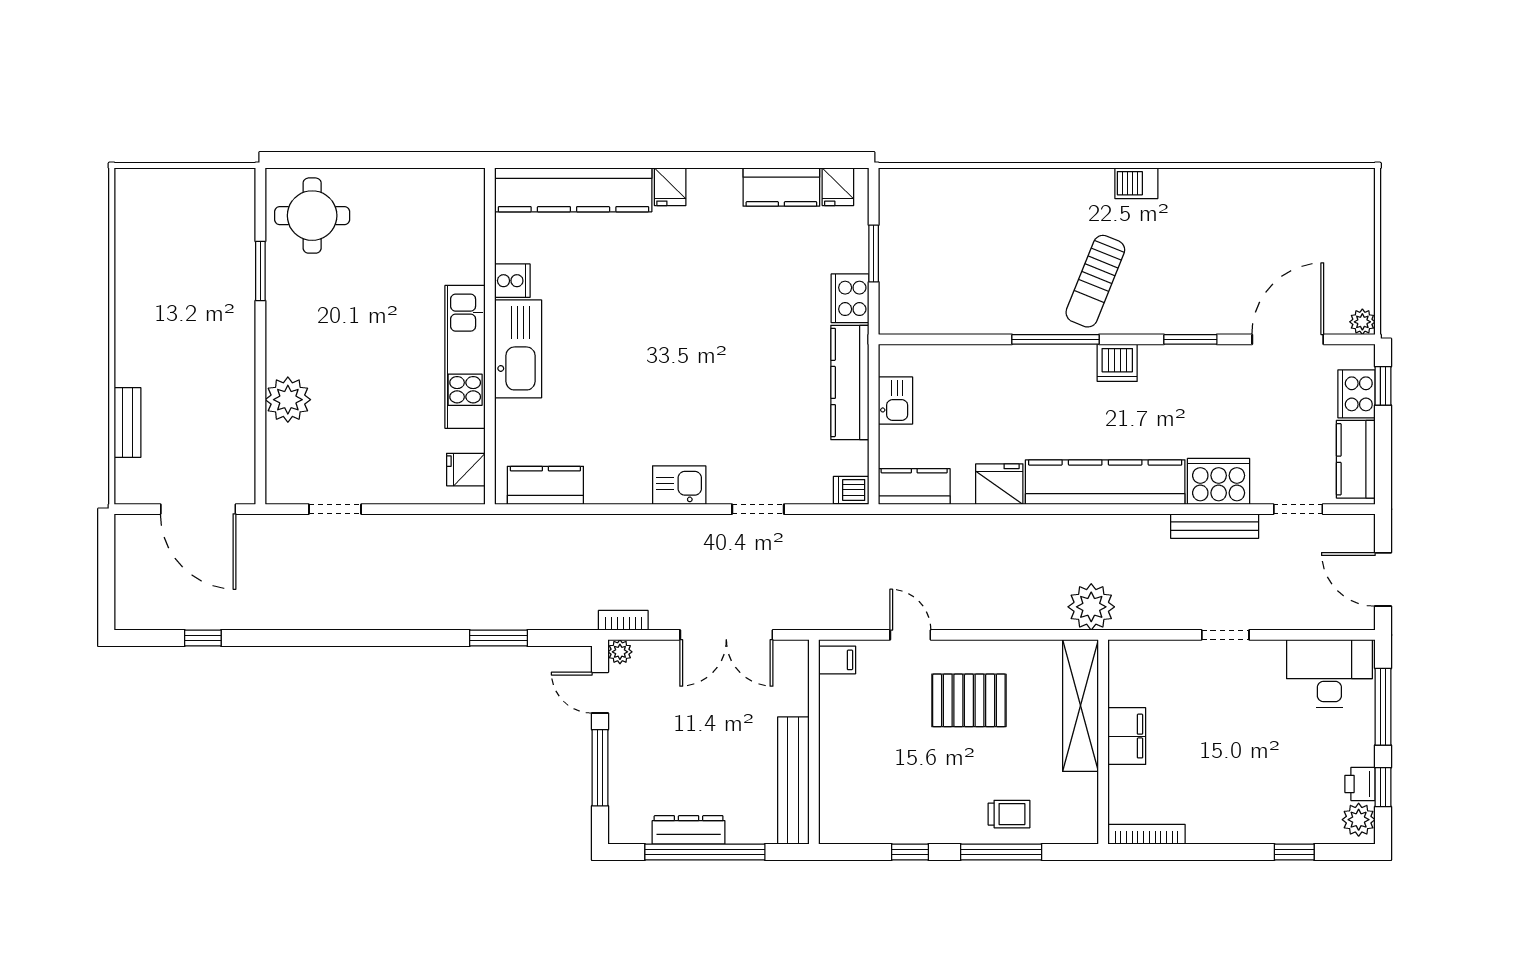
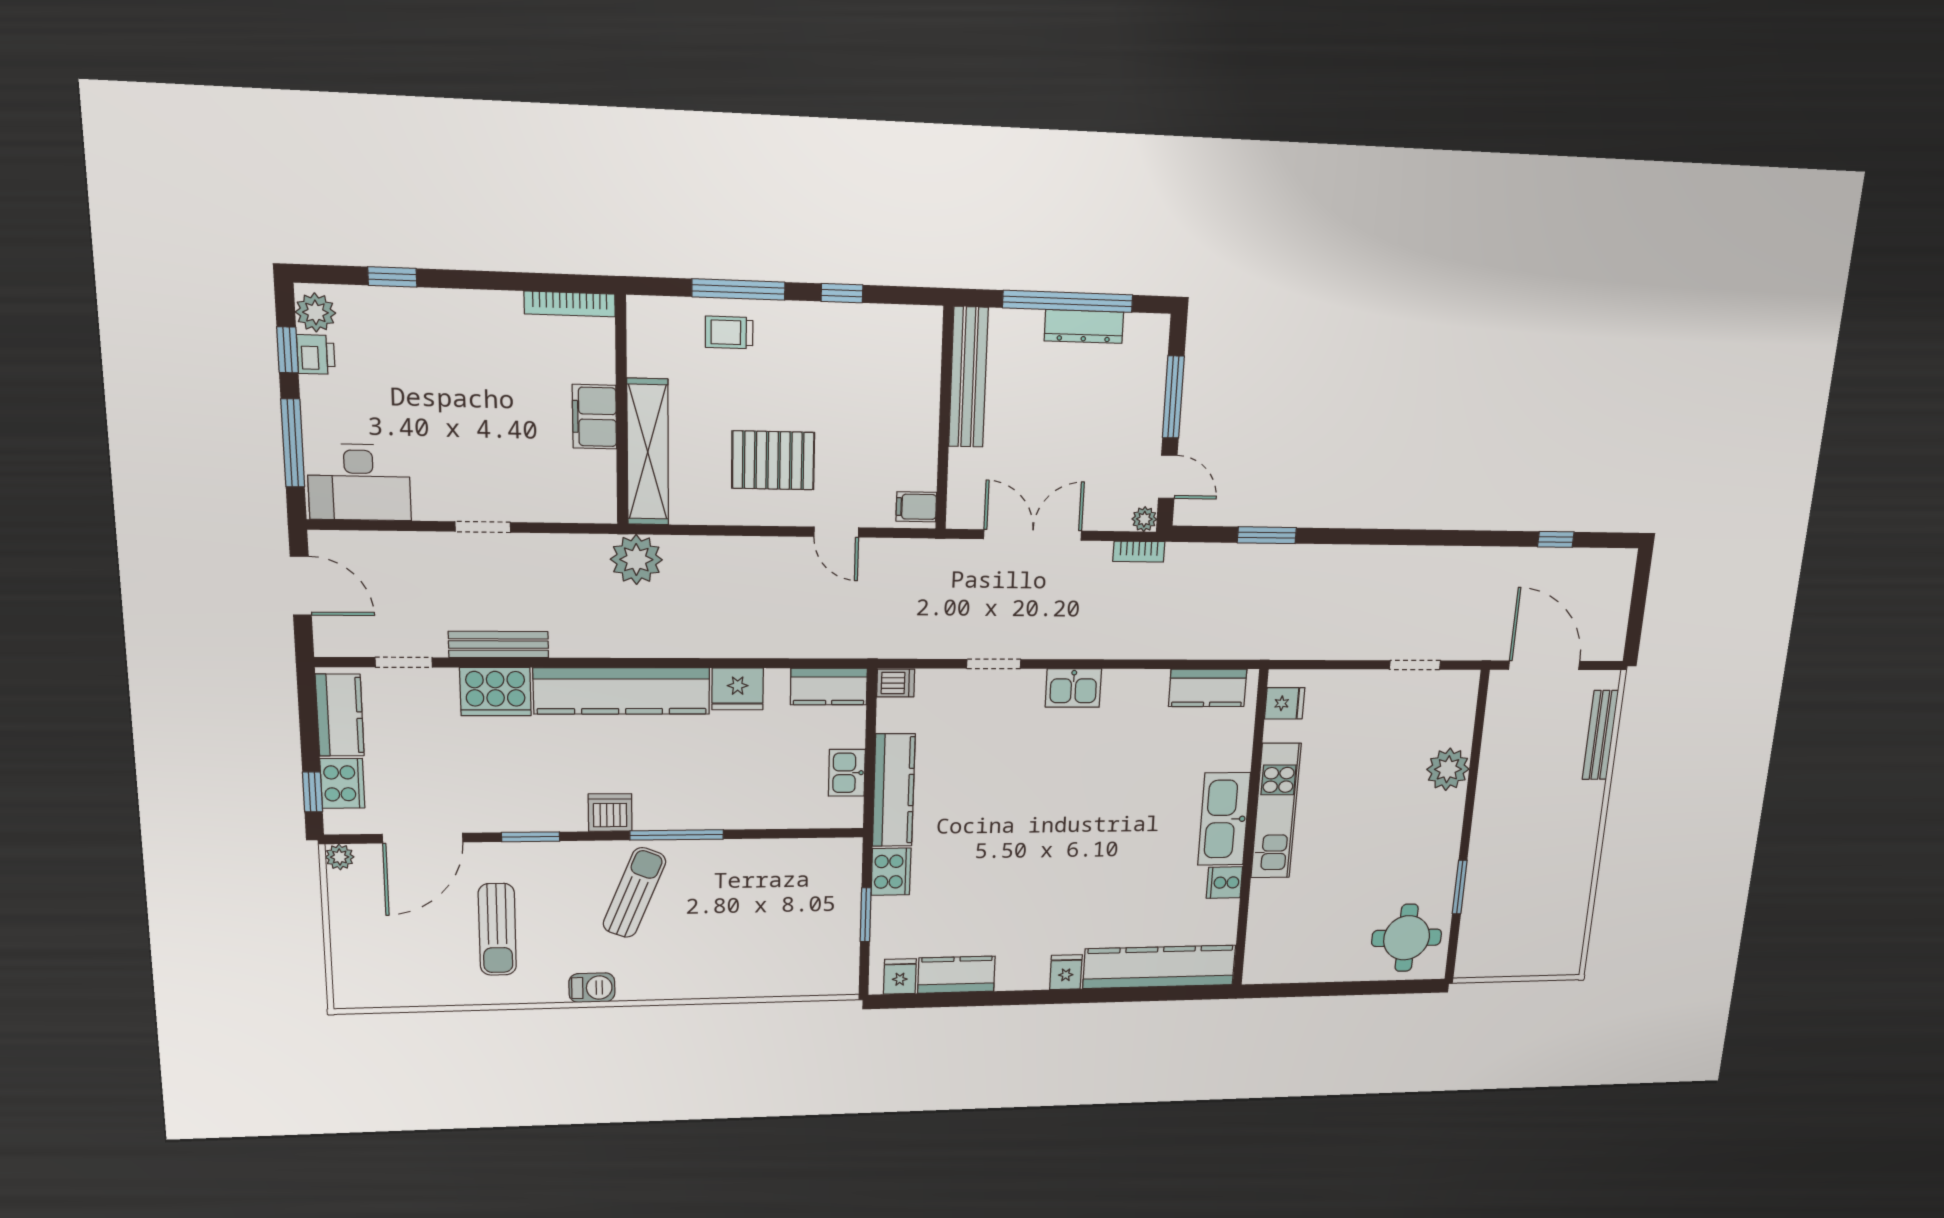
sun lounger: (1223, 246) -> (497, 929), added
bench: (127, 423) -> (1600, 735), width x1.36

